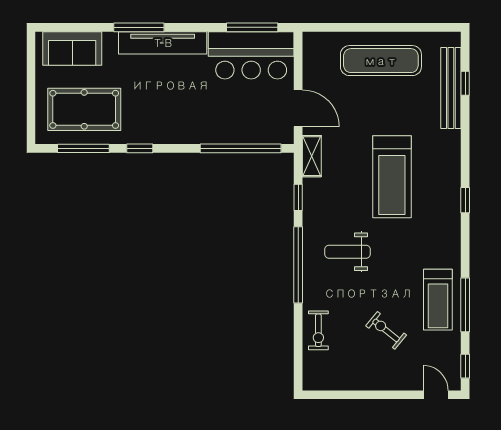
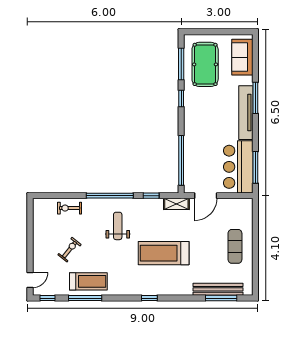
exercise mat: (381, 61) -> (235, 246), width x0.73, depth x0.69
window: (465, 83) -> (221, 298), width x2.17
treadmill: (438, 300) -> (88, 281), turned 180

